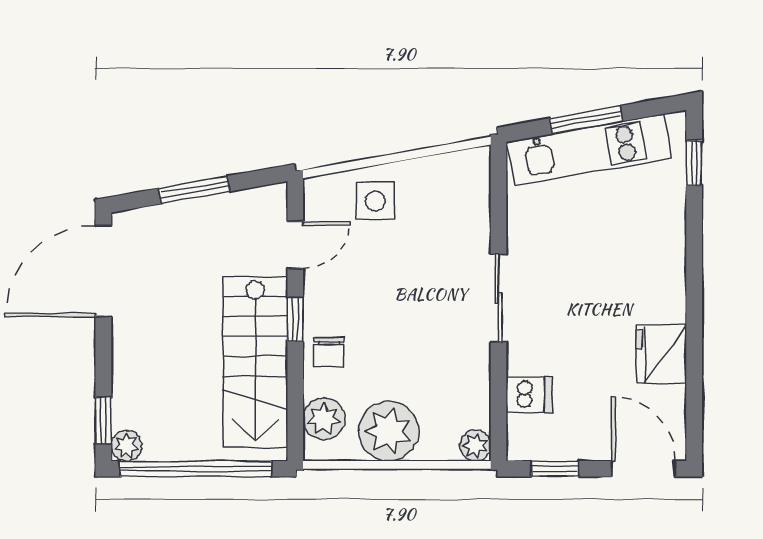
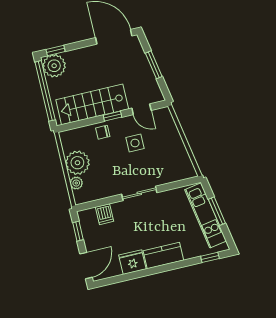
side table: (375, 201) -> (135, 143), moved
kitchen counter: (663, 275) -> (163, 256), added
plant: (324, 419) -> (76, 136), removed
plant: (126, 446) -> (54, 66), width x1.87, depth x1.87
plant: (475, 446) -> (76, 183), moved

